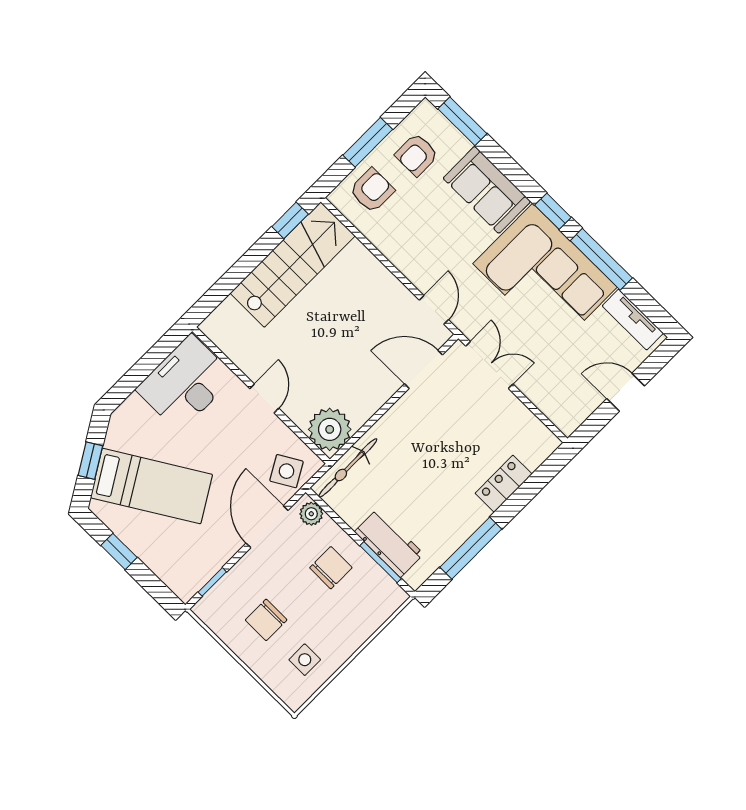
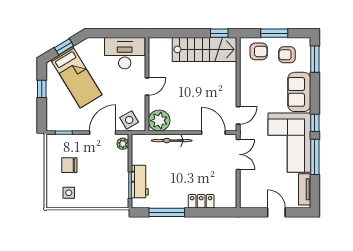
bicycle: (348, 468) -> (172, 141), moved
chair: (331, 568) -> (111, 170), removed

